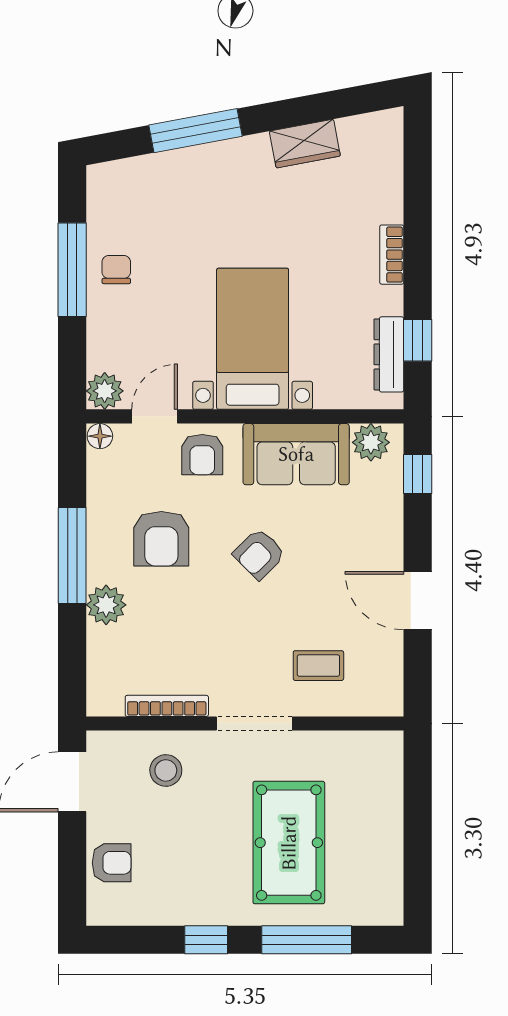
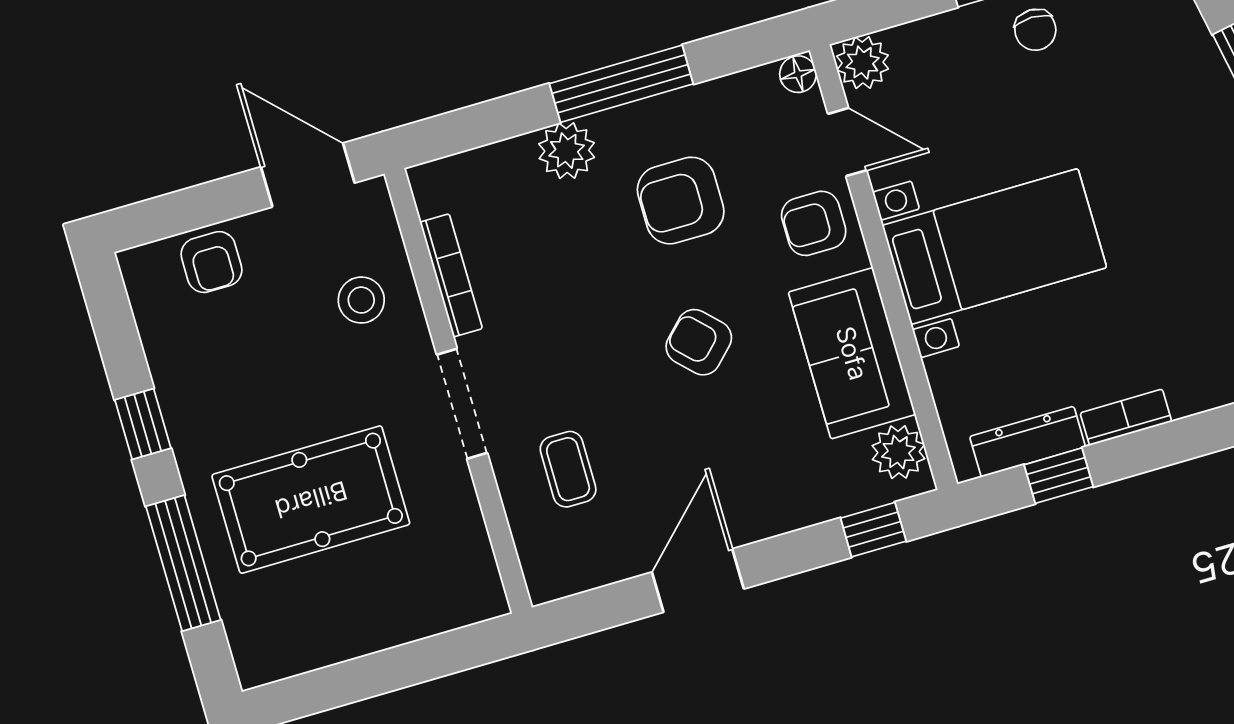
bookcase: (392, 255) -> (1126, 417), moved
chair: (116, 270) -> (1035, 30), turned 90

